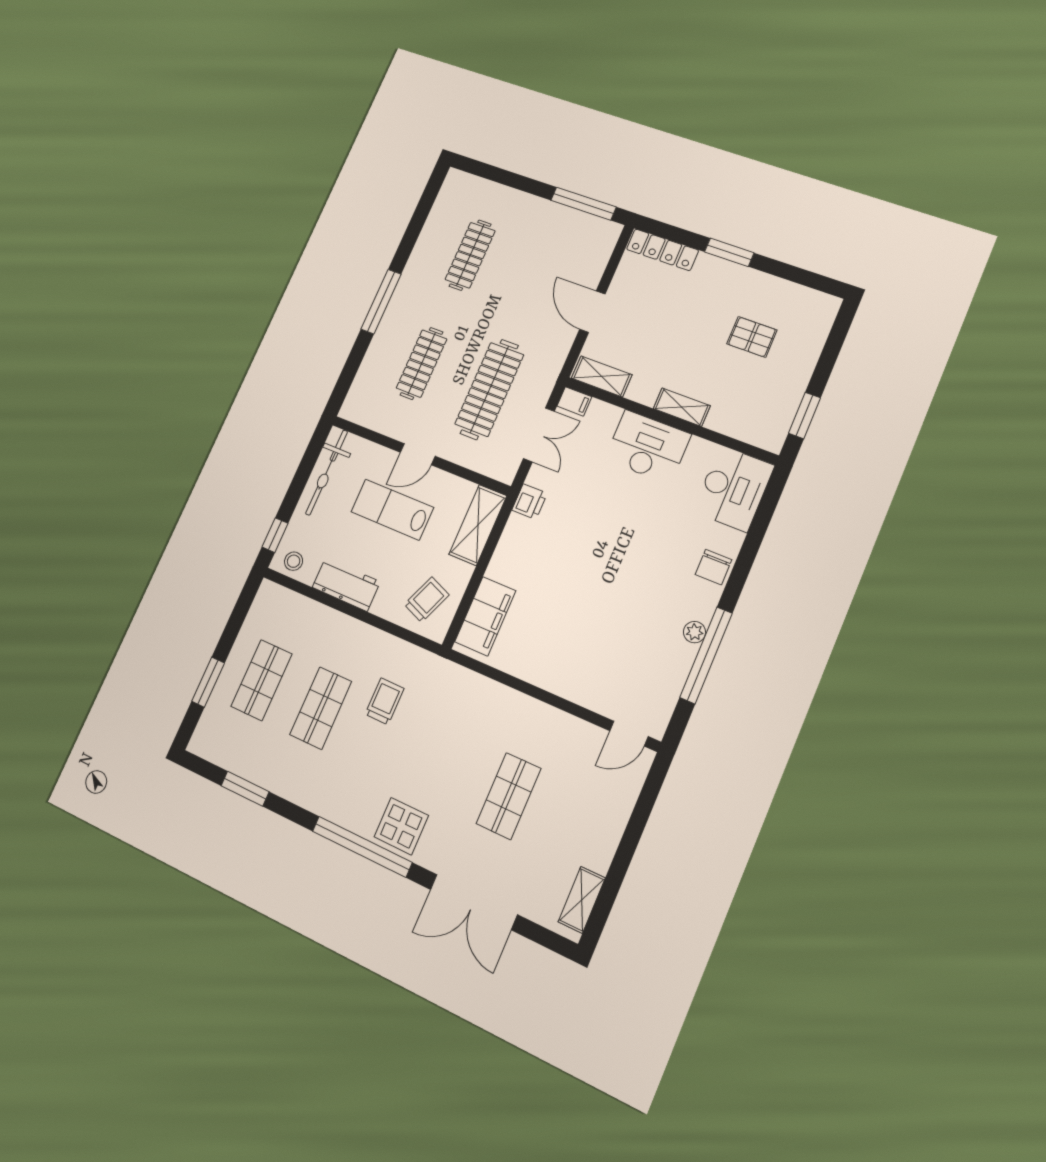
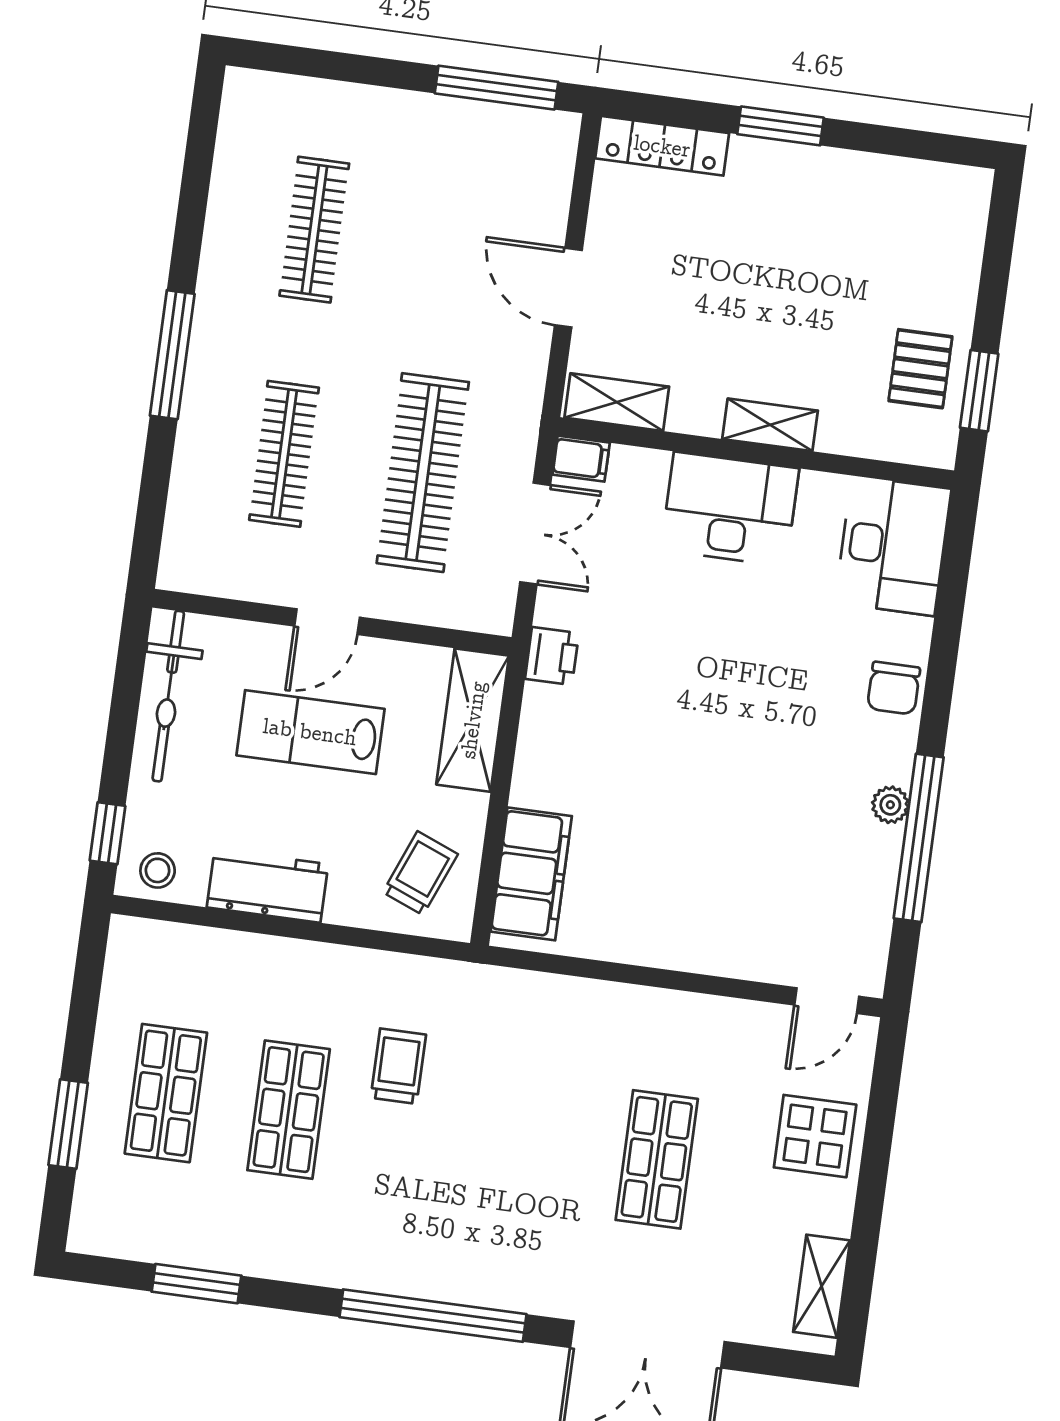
pallet: (752, 337) -> (920, 369), moved, turned 90
display table: (401, 826) -> (815, 1136), moved

